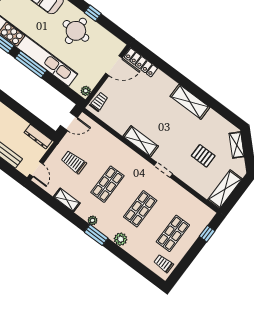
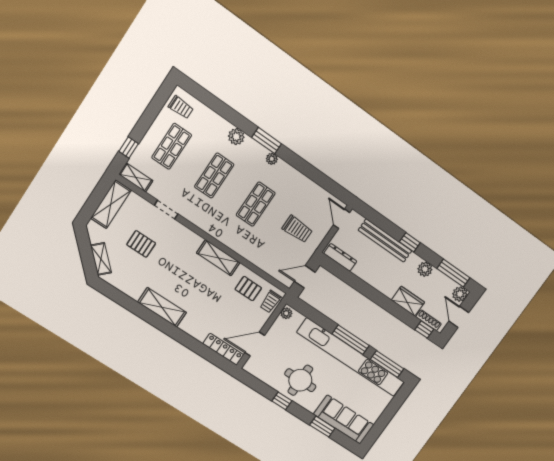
pallet: (117, 114) -> (248, 289), added
doorway: (163, 170) -> (166, 210), moved
shelving: (67, 200) -> (136, 177), moved

